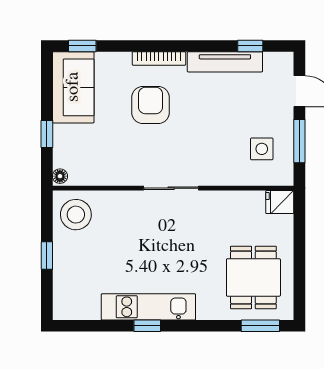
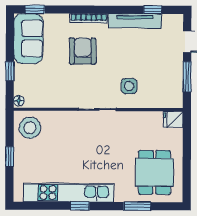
side table: (262, 149) -> (129, 86), moved
kitchen unit: (148, 307) -> (69, 193), width x1.36
window: (260, 326) -> (137, 206), moved

